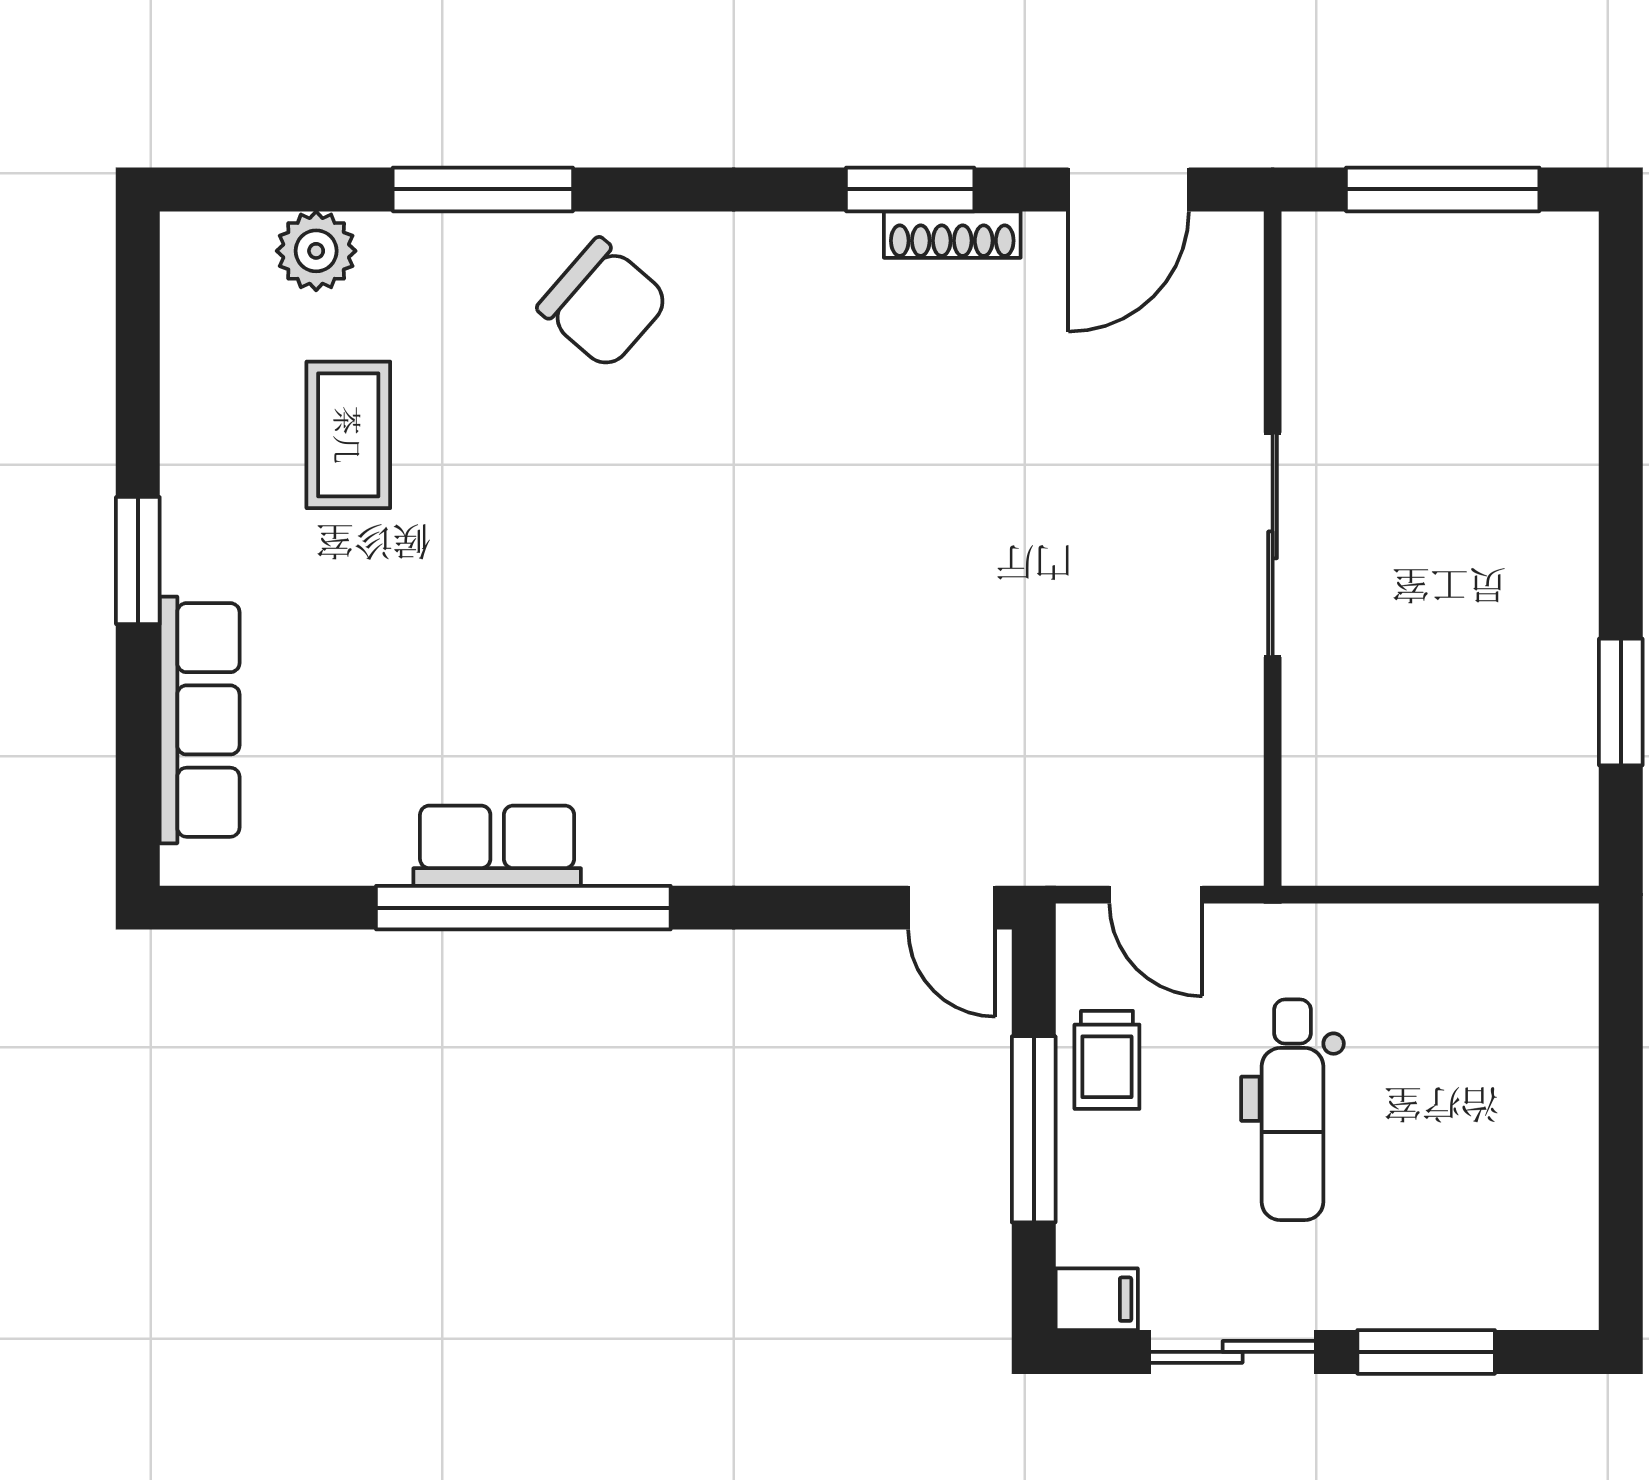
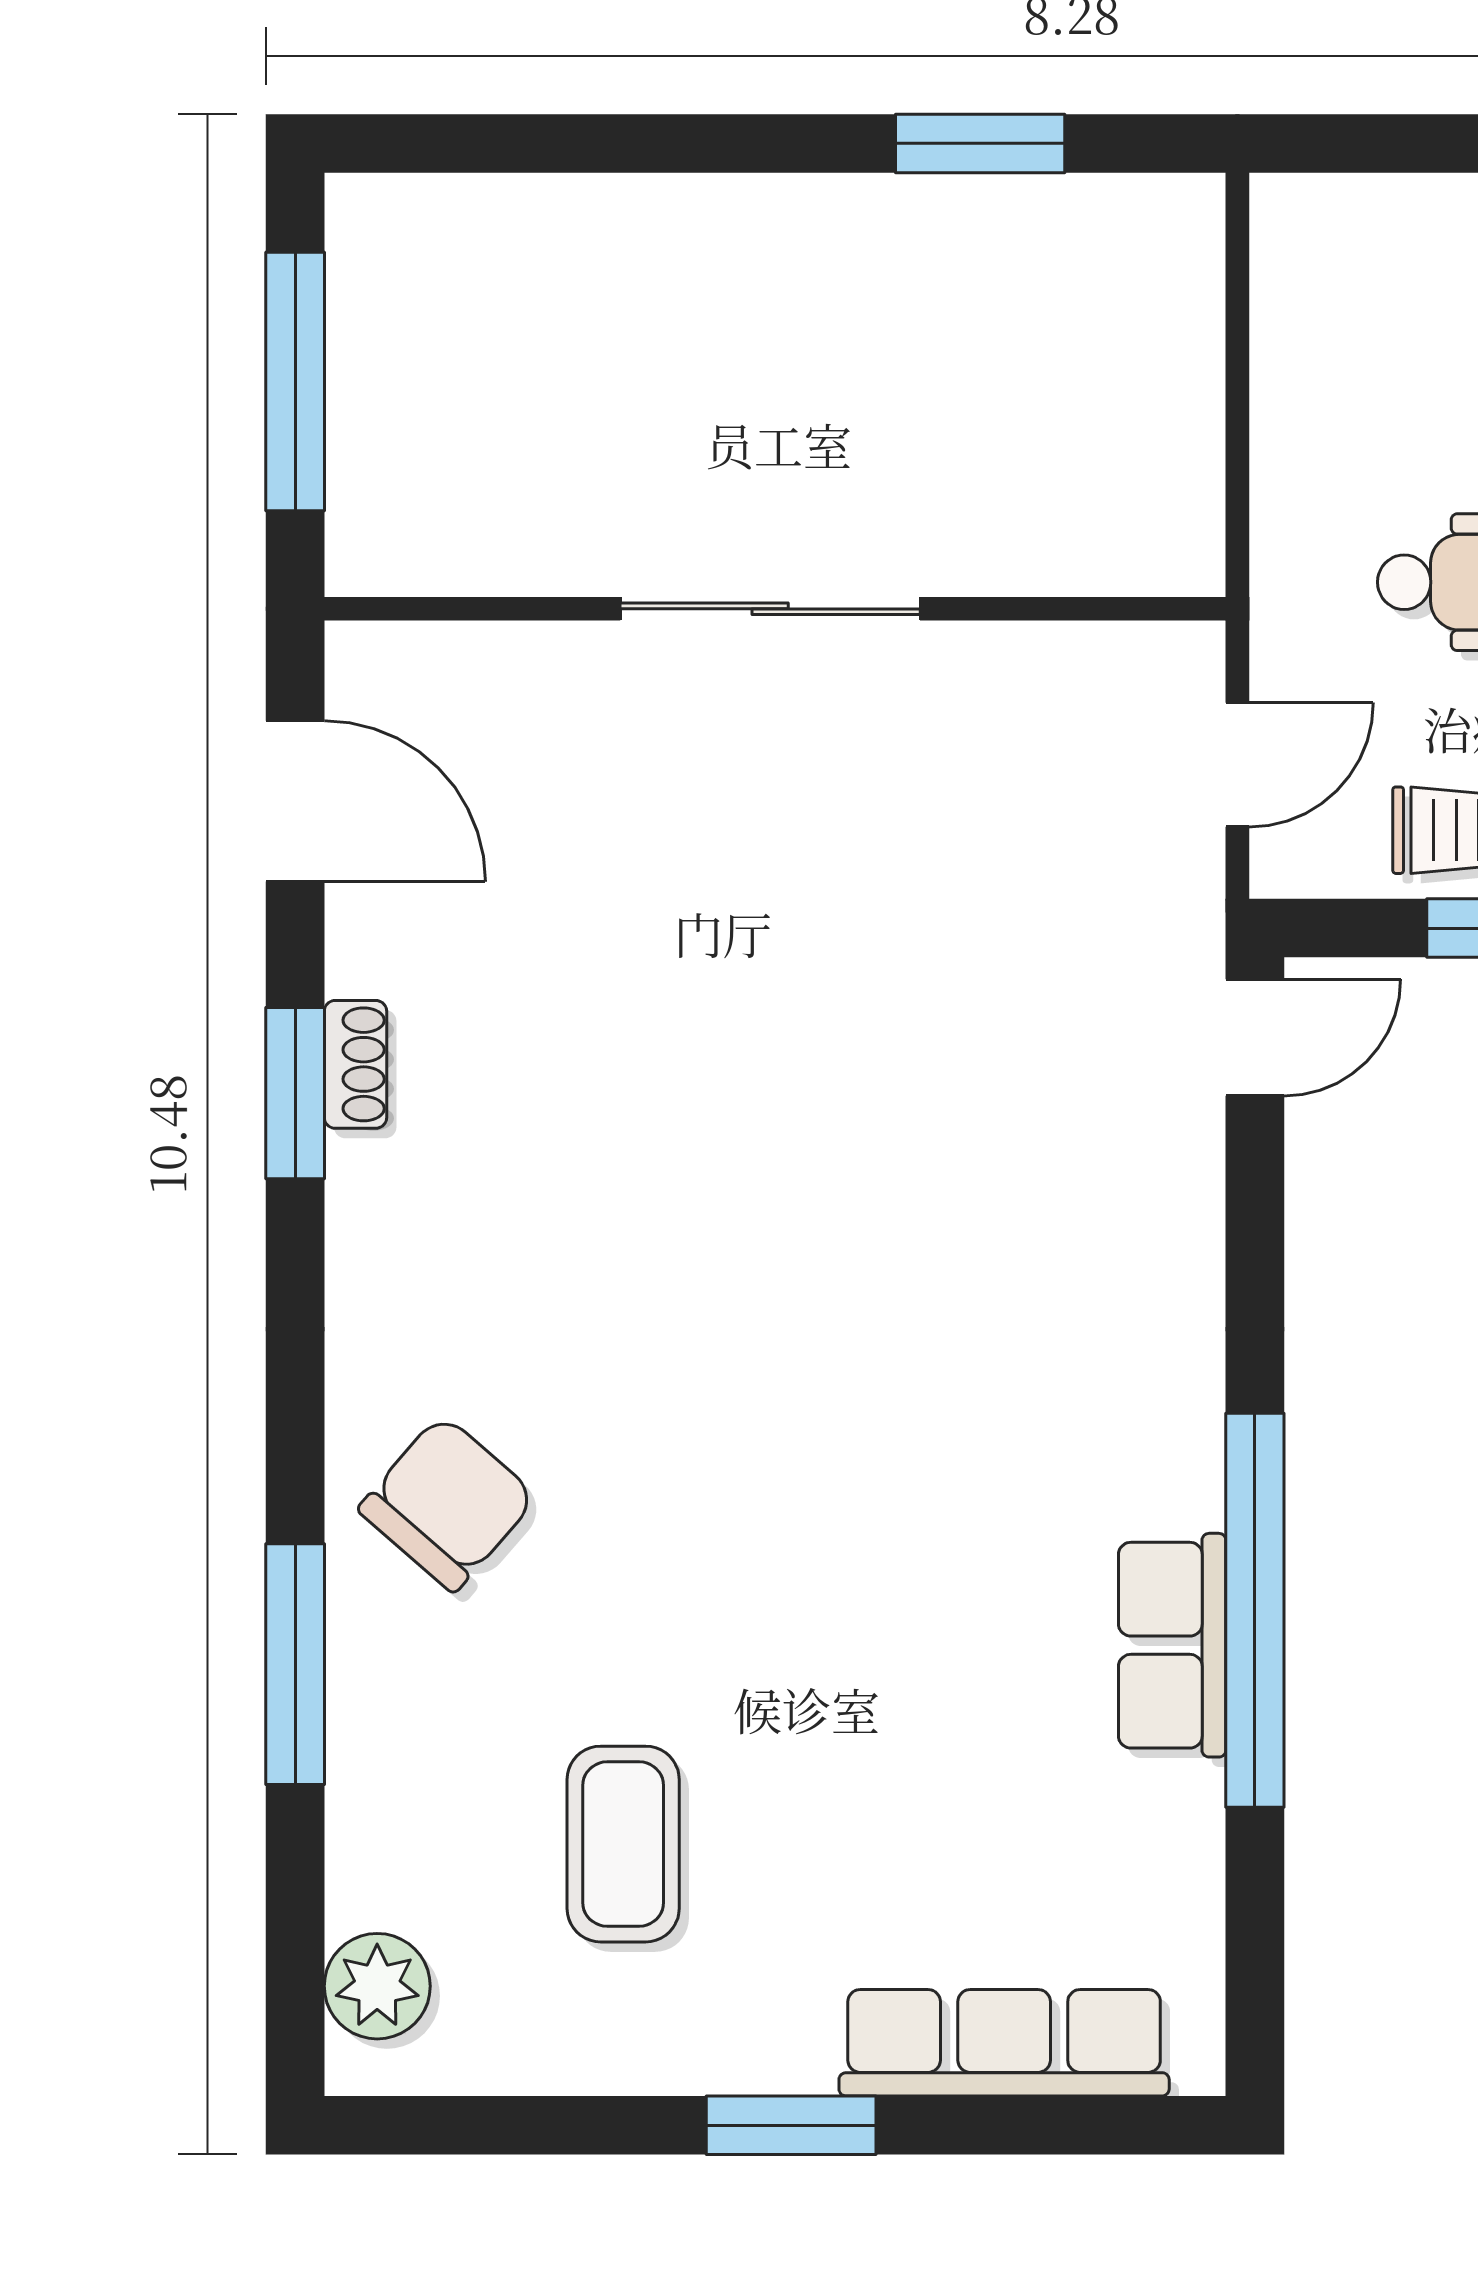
shoe rack: (952, 235) -> (355, 1064), width x0.70
plant: (316, 251) -> (377, 1986), moved
coffee table: (348, 435) -> (623, 1844), turned 90

